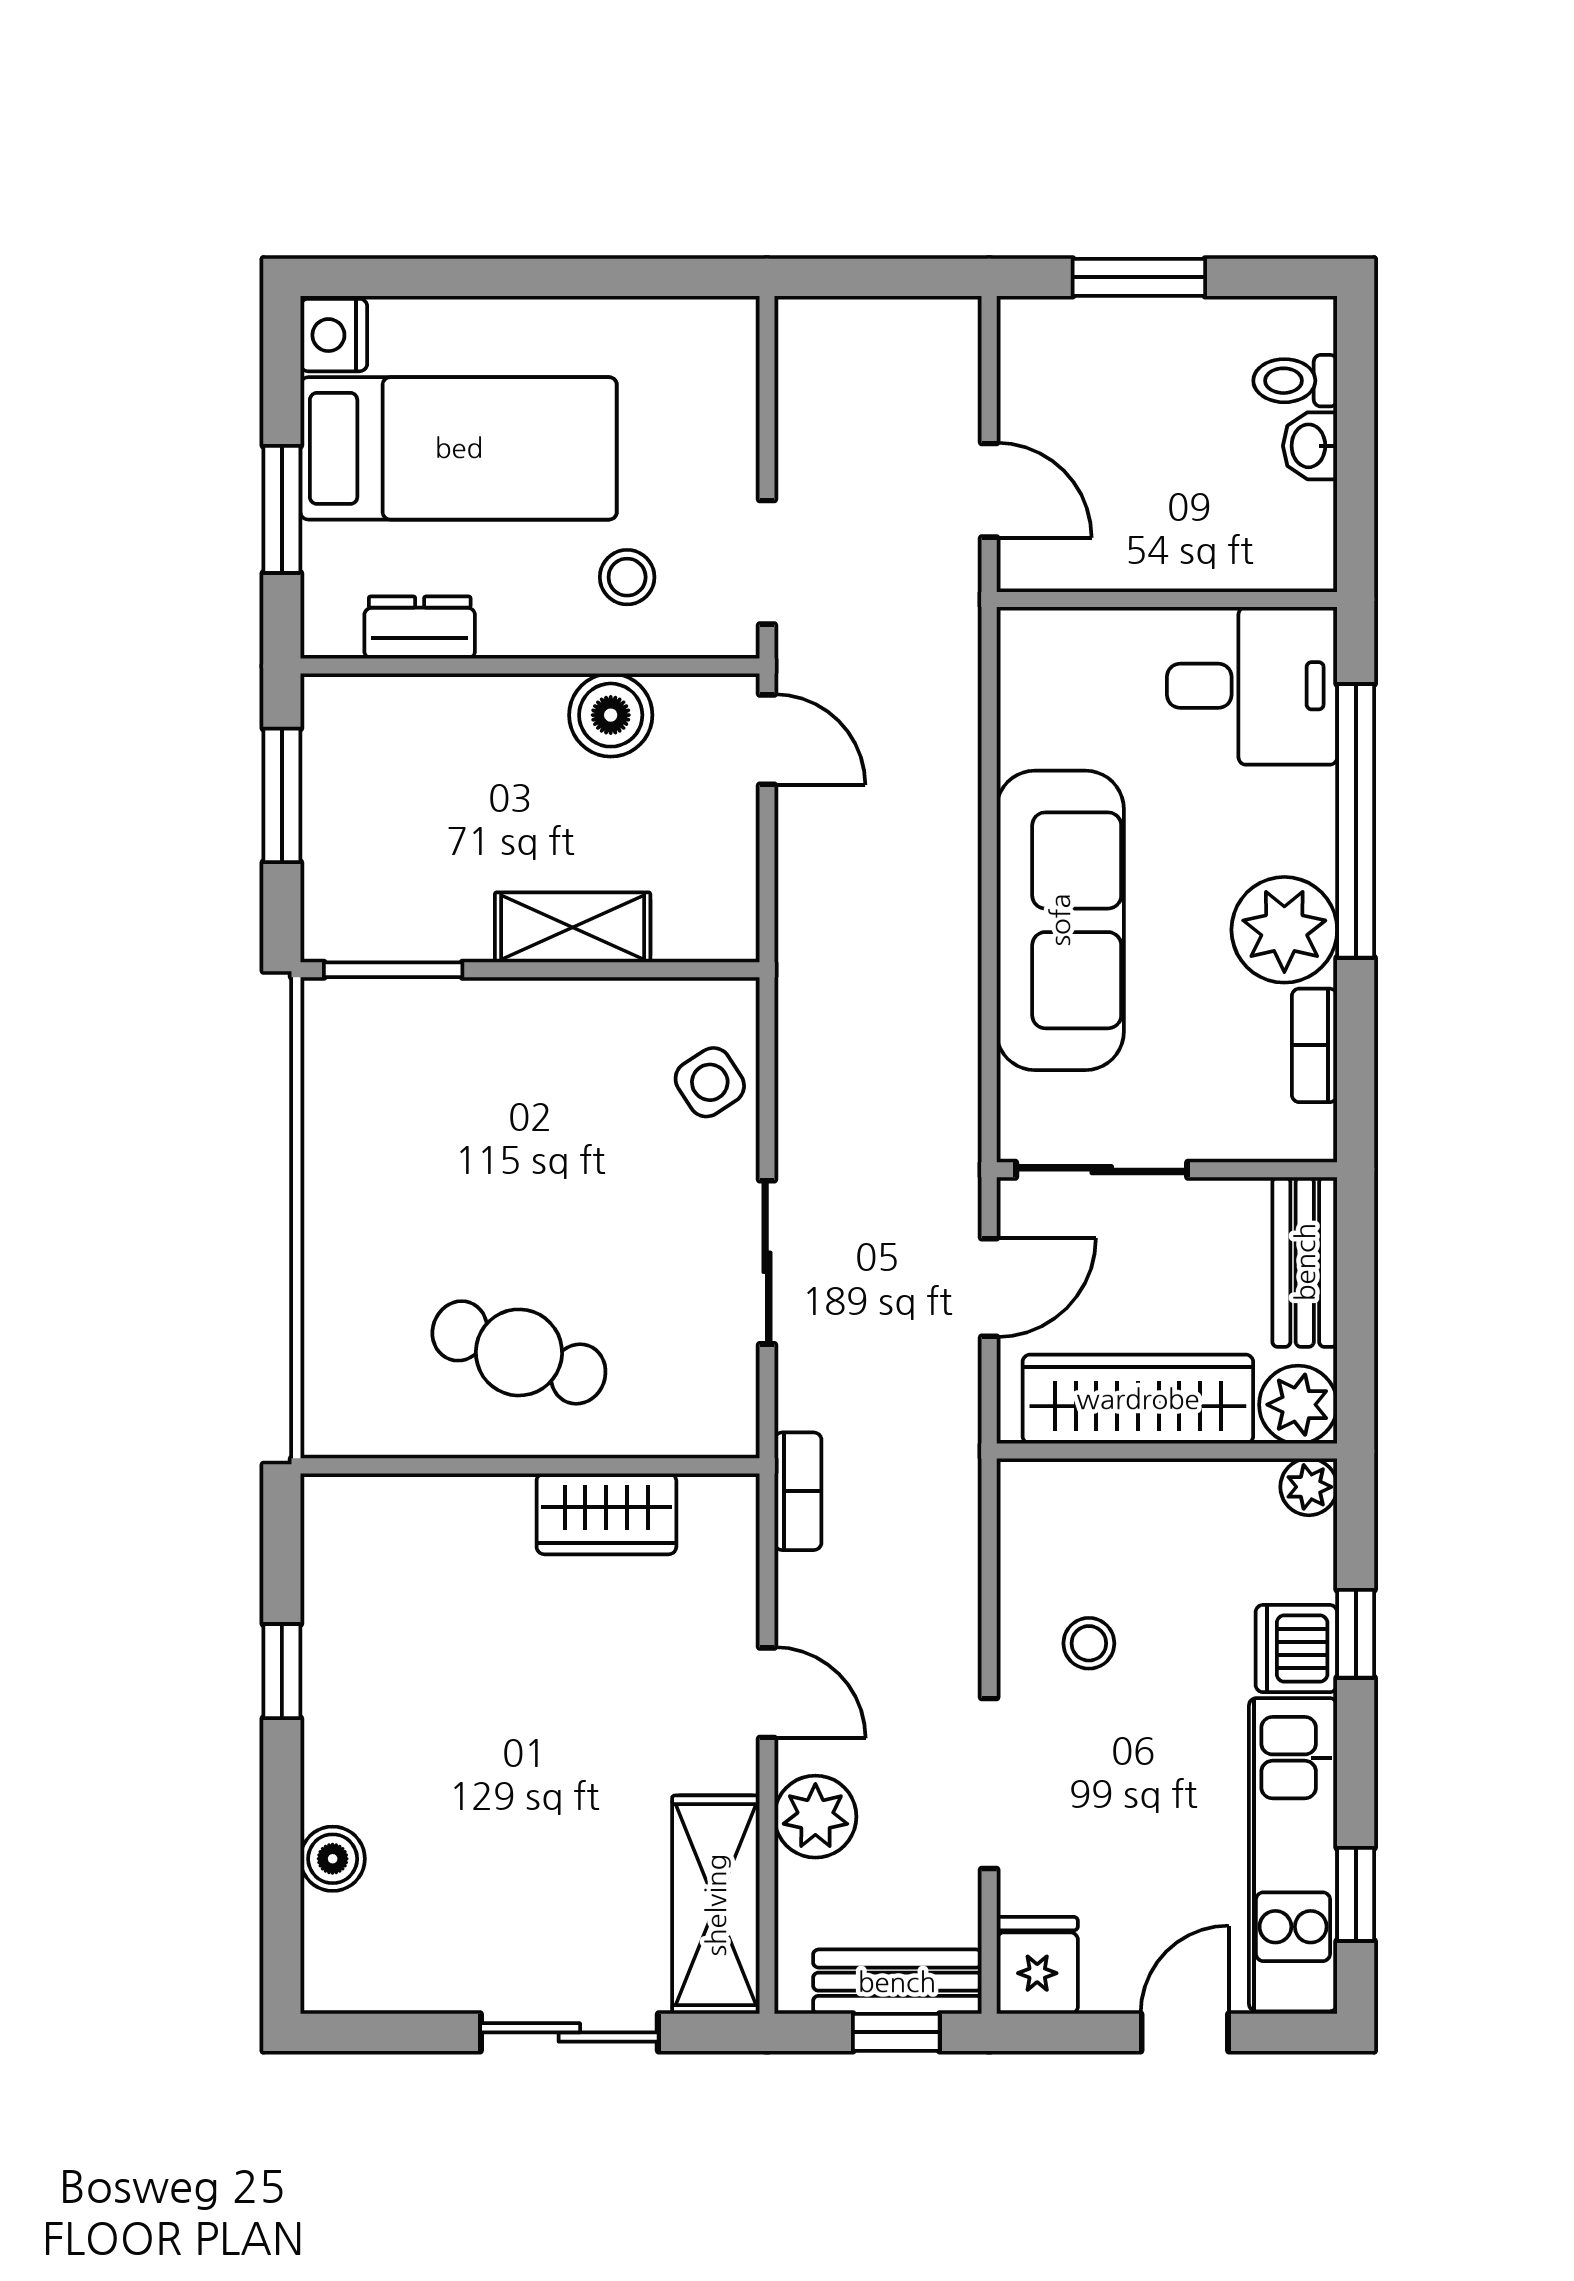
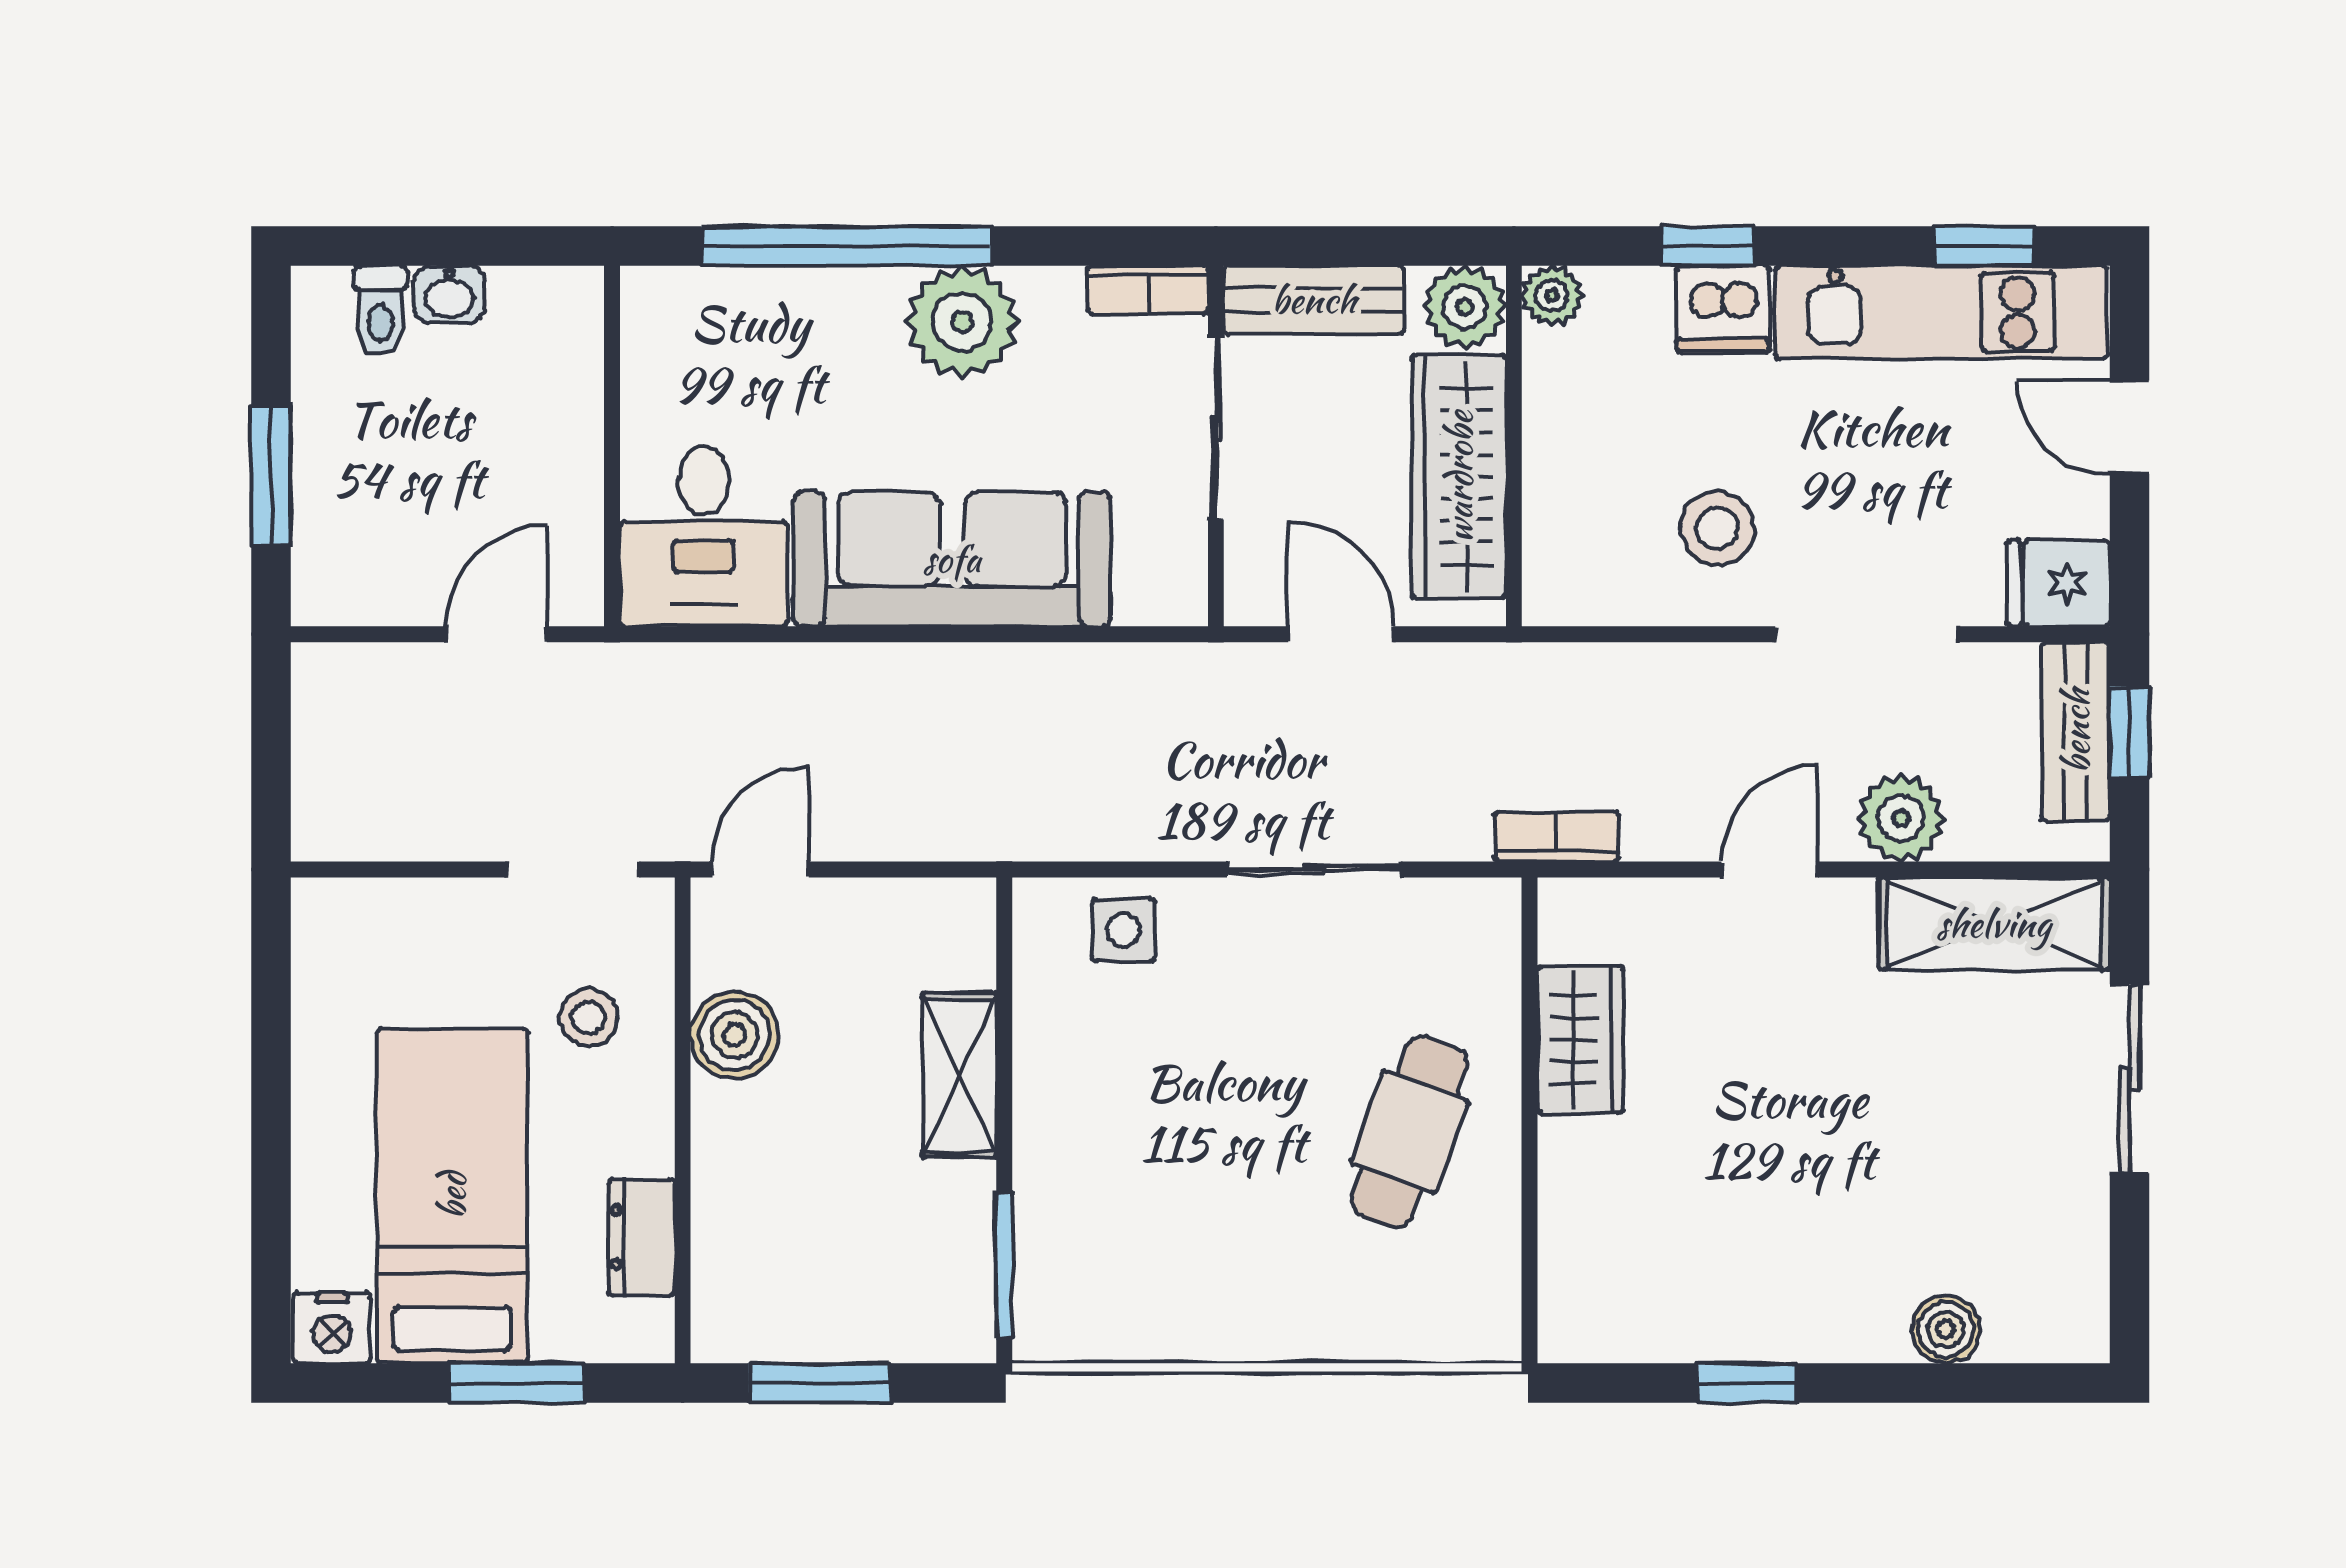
desk: (1252, 686) -> (704, 536), moved, turned 180
bookcase: (1314, 1045) -> (1148, 290), moved
side table: (710, 1082) -> (1123, 930), turned 33
sliding door: (1102, 1170) -> (1216, 428), moved
stool: (1089, 1643) -> (1717, 529), width x1.37, depth x1.37

